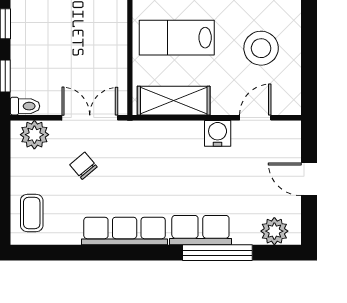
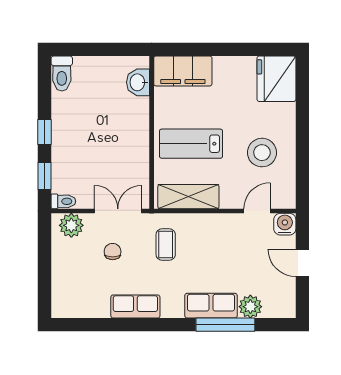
water cooler: (218, 133) -> (285, 224), moved
chair: (83, 166) -> (113, 252), turned 40
coffee table: (32, 213) -> (166, 245), moved
row of seats: (125, 231) -> (135, 306), width x0.68
plant: (274, 231) -> (250, 307), moved

